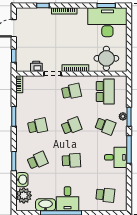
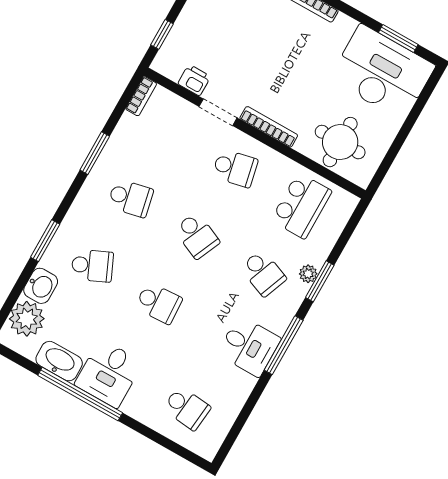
school desk: (71, 126) -> (197, 236), turned 45

